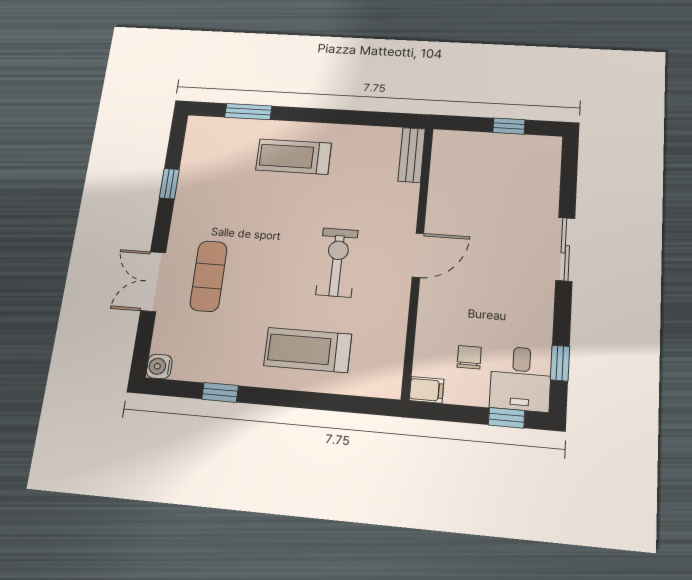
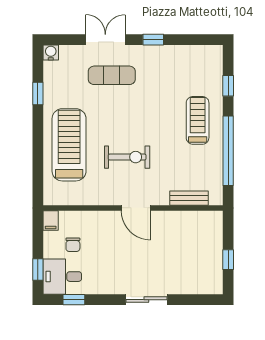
window: (248, 112) -> (228, 86), width x0.67
window: (344, 117) -> (228, 151), added
bench: (412, 155) -> (189, 198), moved
window: (169, 184) -> (153, 40), moved
treadmill: (308, 350) -> (69, 145), width x1.37, depth x1.38
chair: (469, 357) -> (73, 245), turned 90

